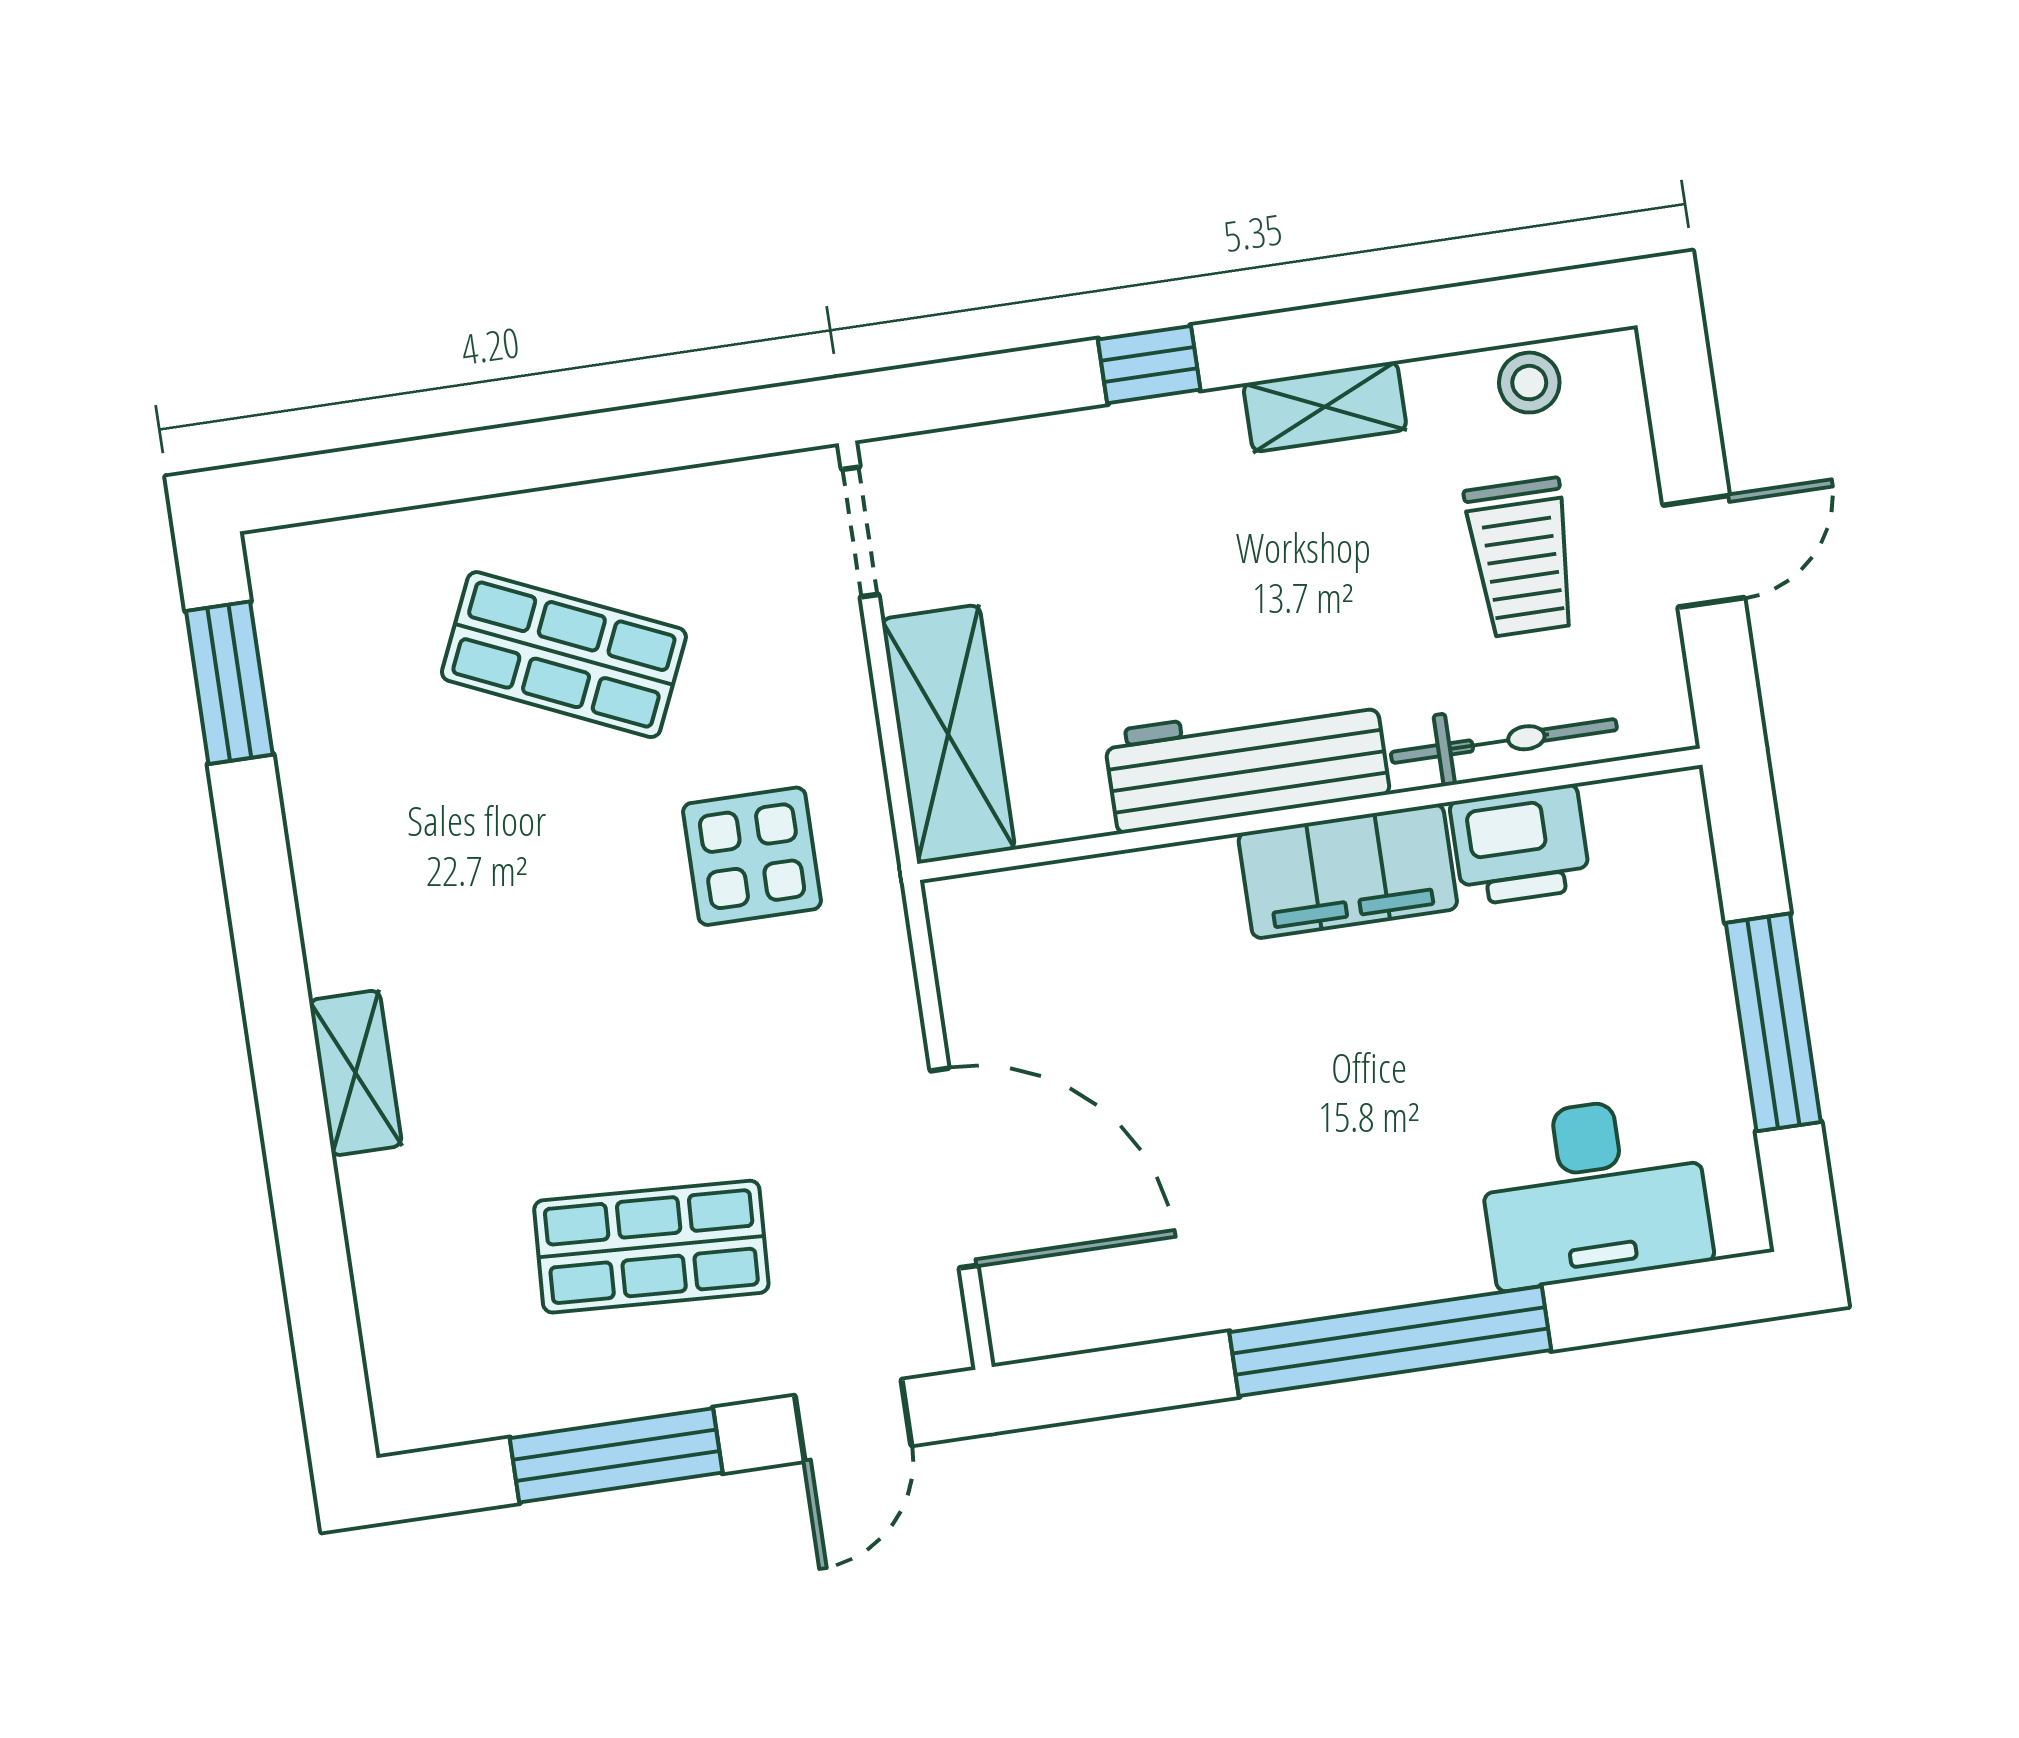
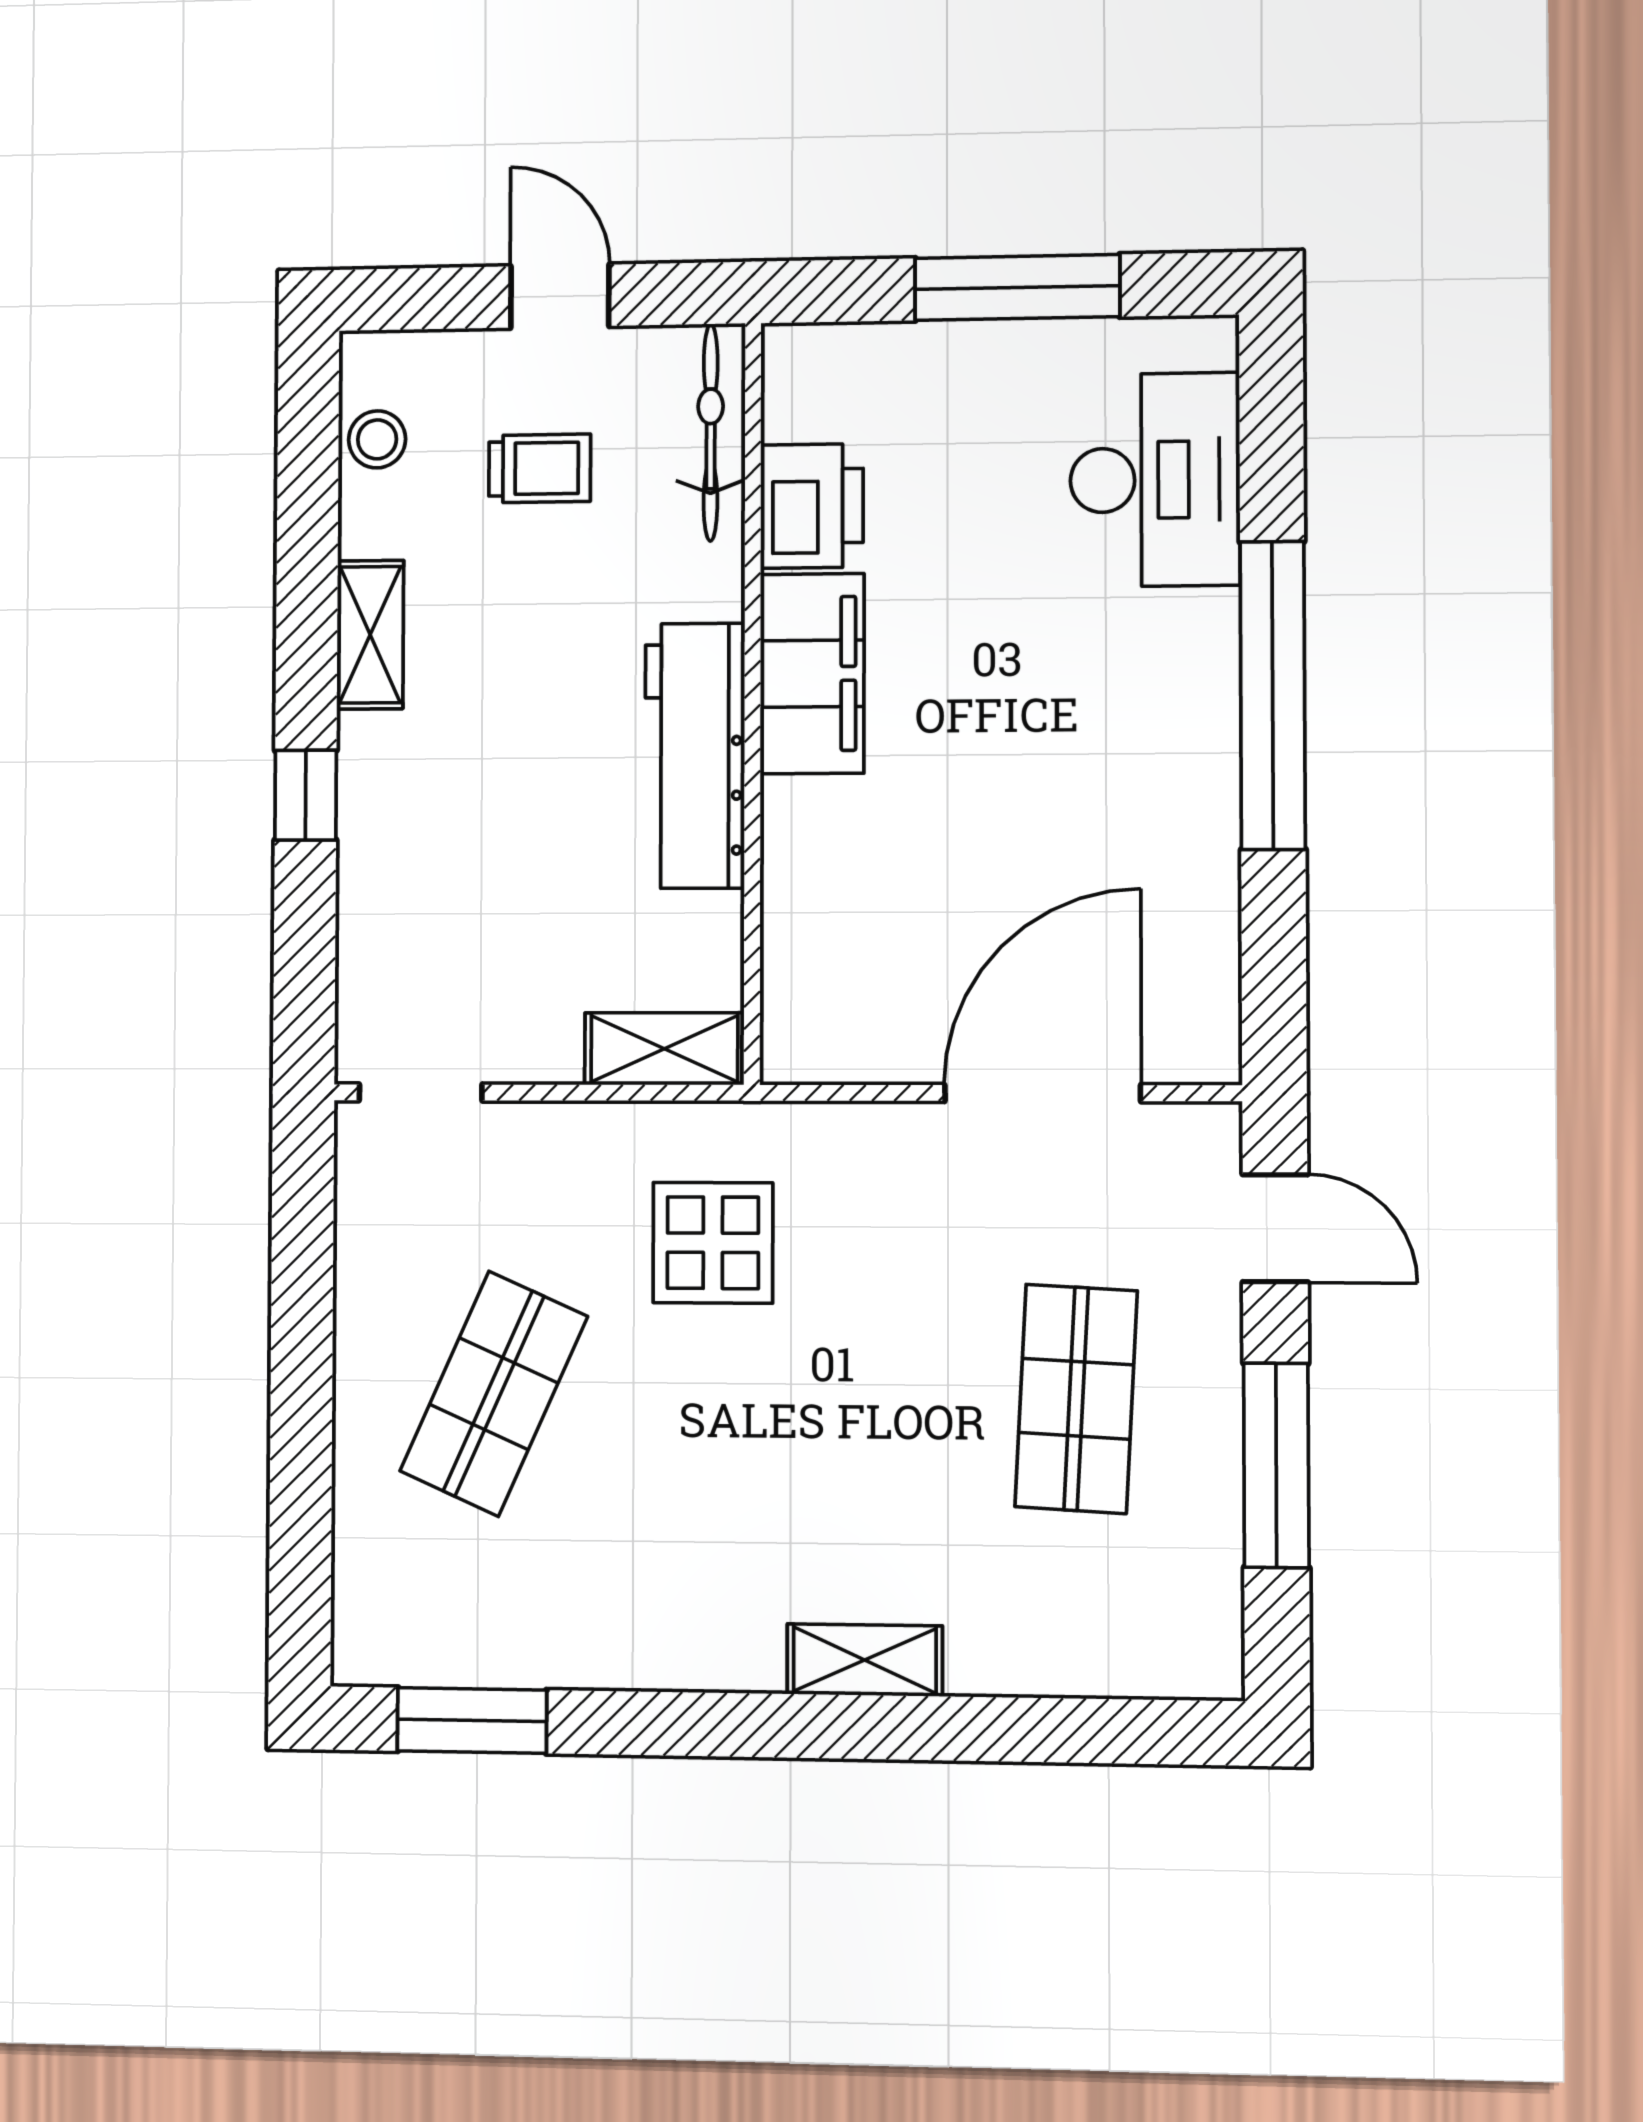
trolley: (1522, 557) -> (540, 468), width x0.73, depth x0.72
shelving: (948, 734) -> (664, 1049), width x0.67, depth x0.75
bicycle: (1504, 741) -> (711, 432), moved

